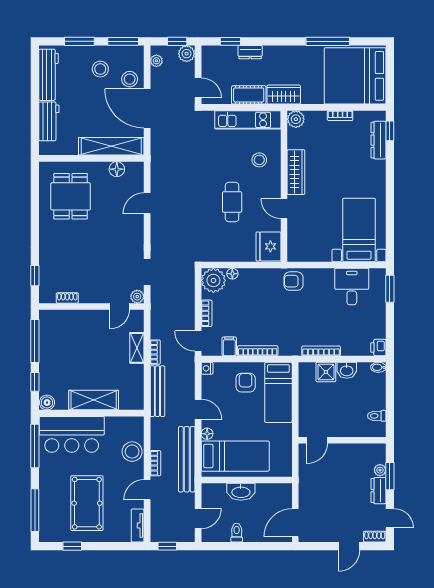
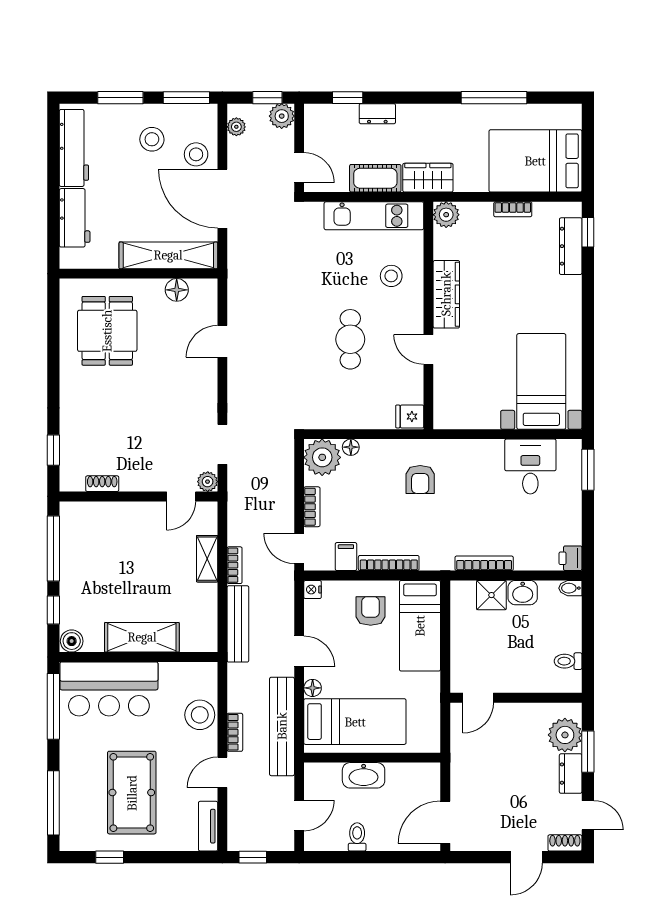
bed: (355, 76) -> (535, 161), width x0.73
fridge: (269, 246) -> (410, 416), width x0.53, depth x0.75
armchair: (294, 281) -> (420, 479), moved, turned -90
plant: (380, 470) -> (565, 735), width x1.87, depth x1.87

